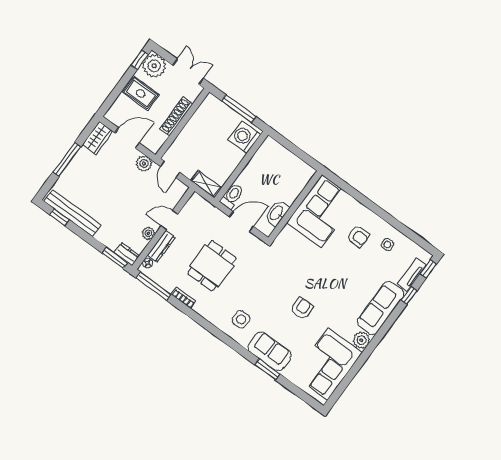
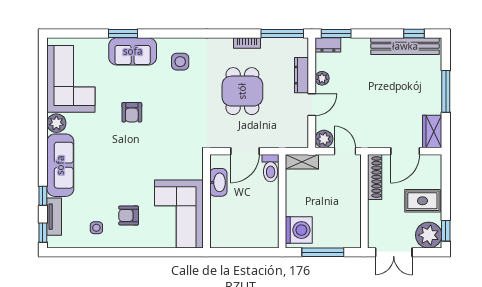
shoe rack: (176, 116) -> (375, 177), moved
plant: (144, 164) -> (324, 139), moved
floor lamp: (148, 263) -> (303, 51), removed

